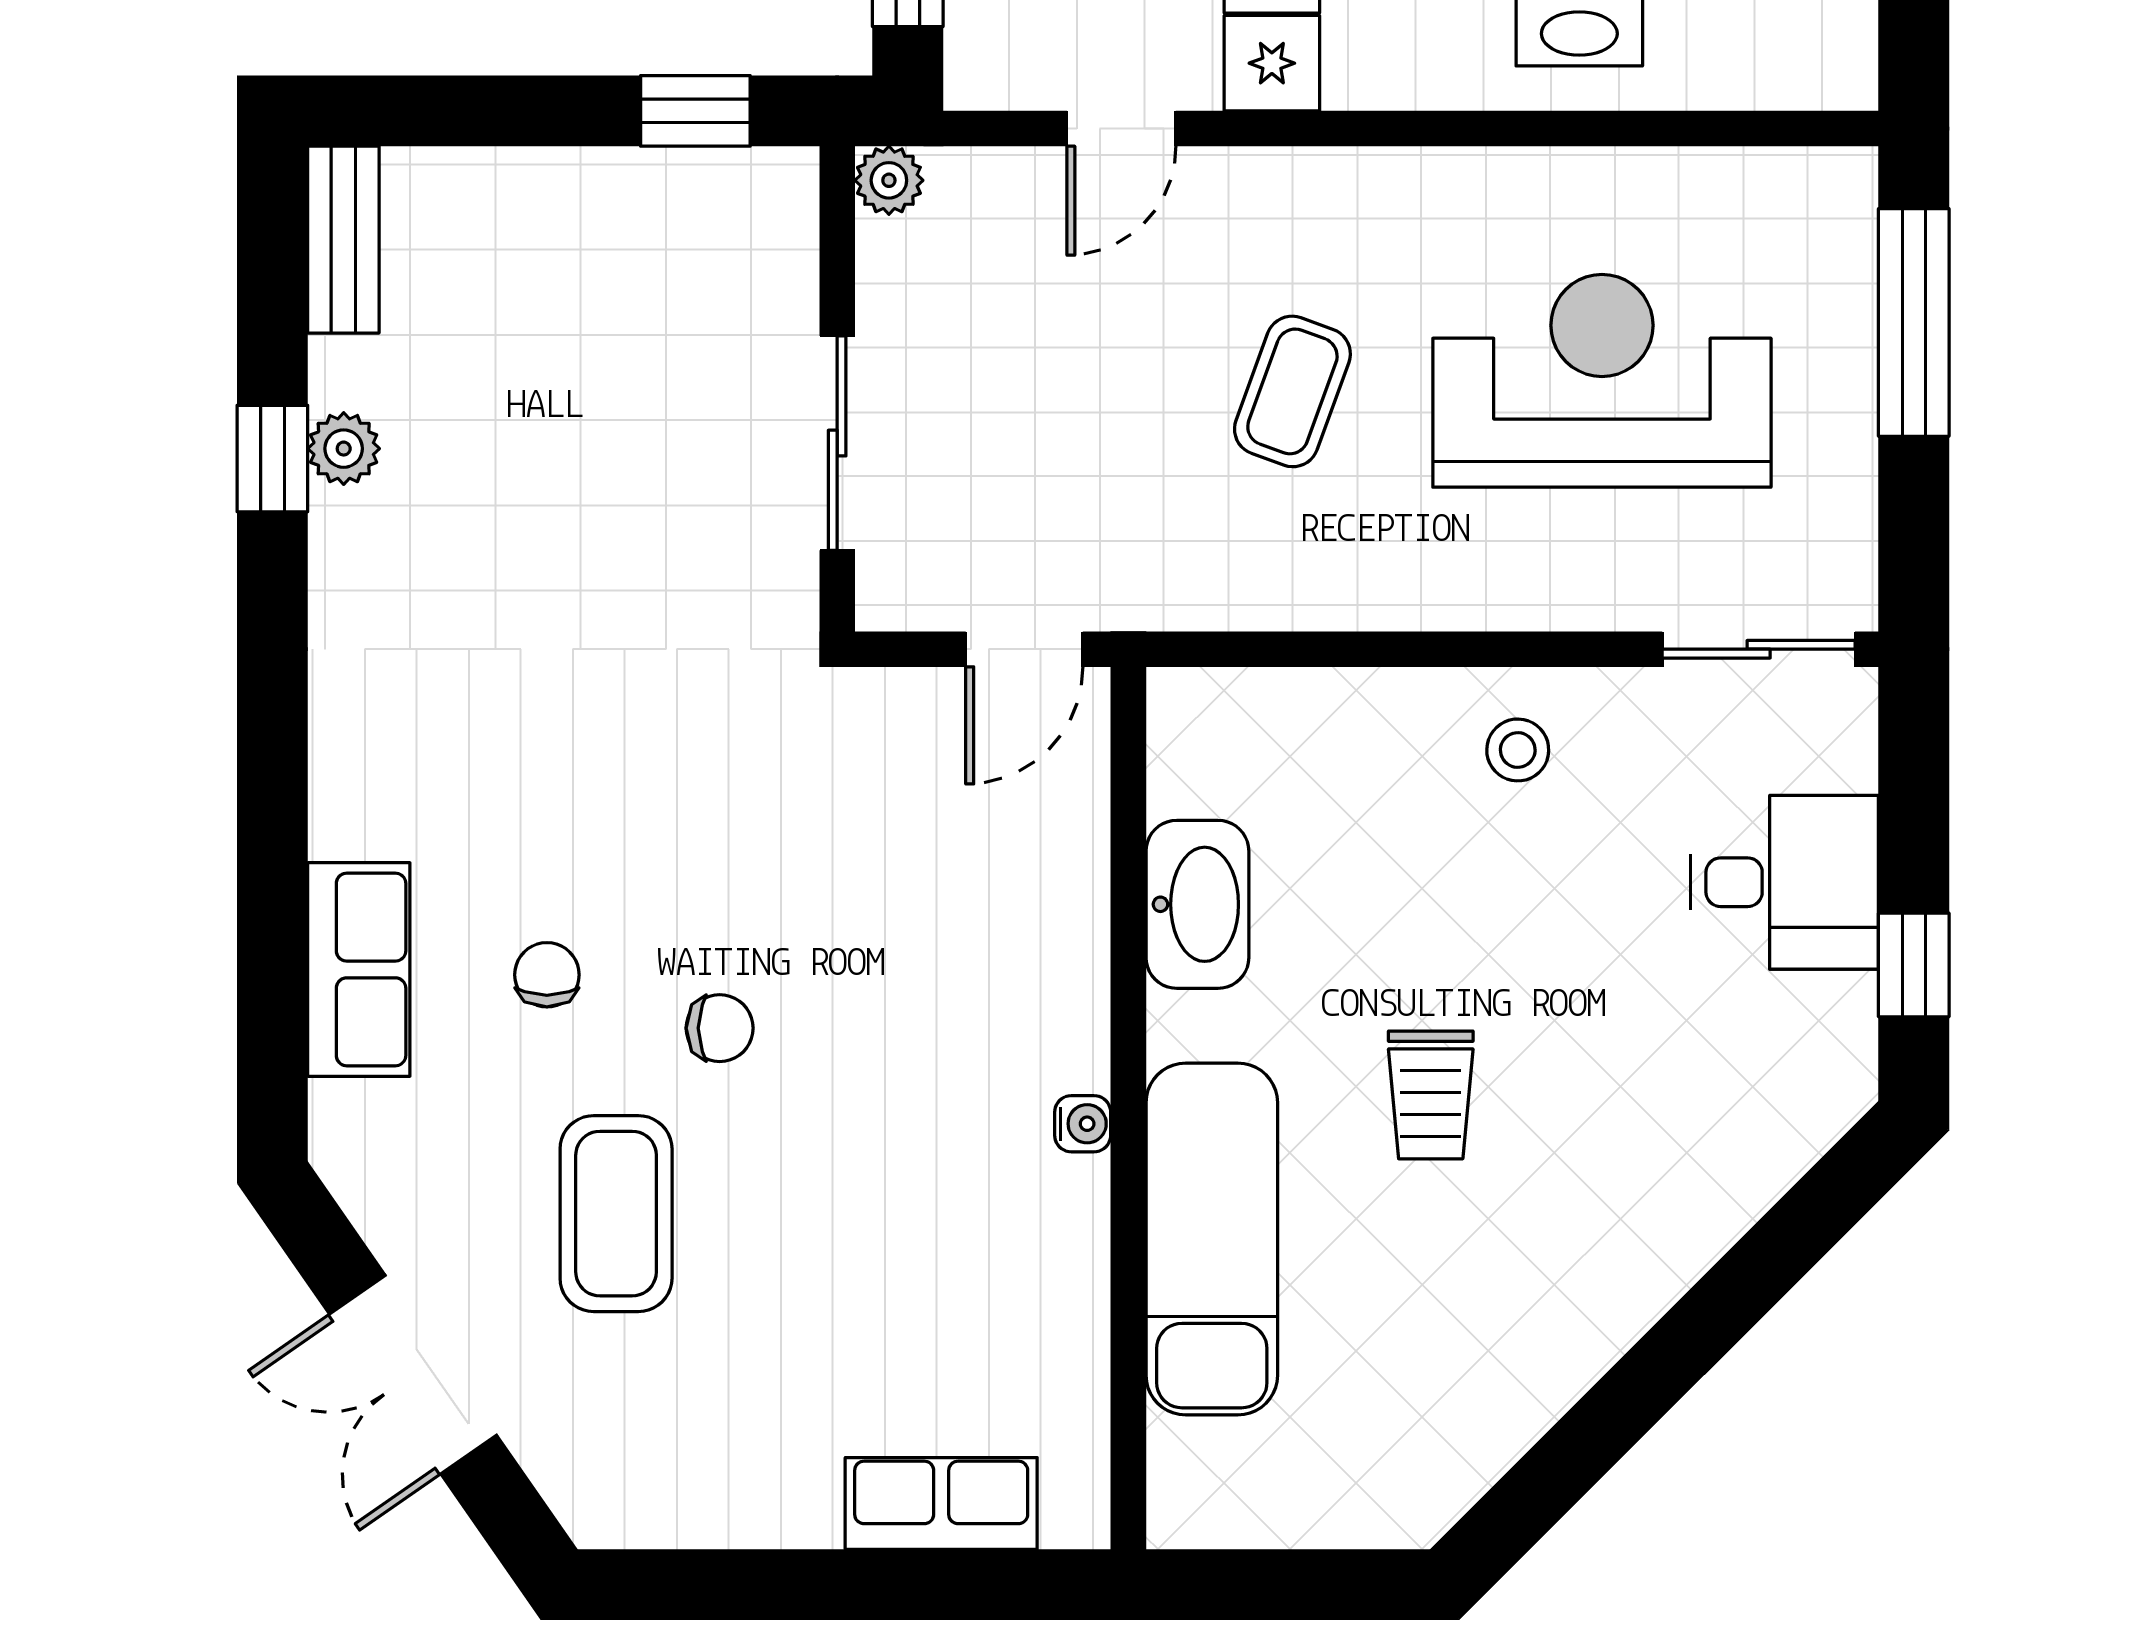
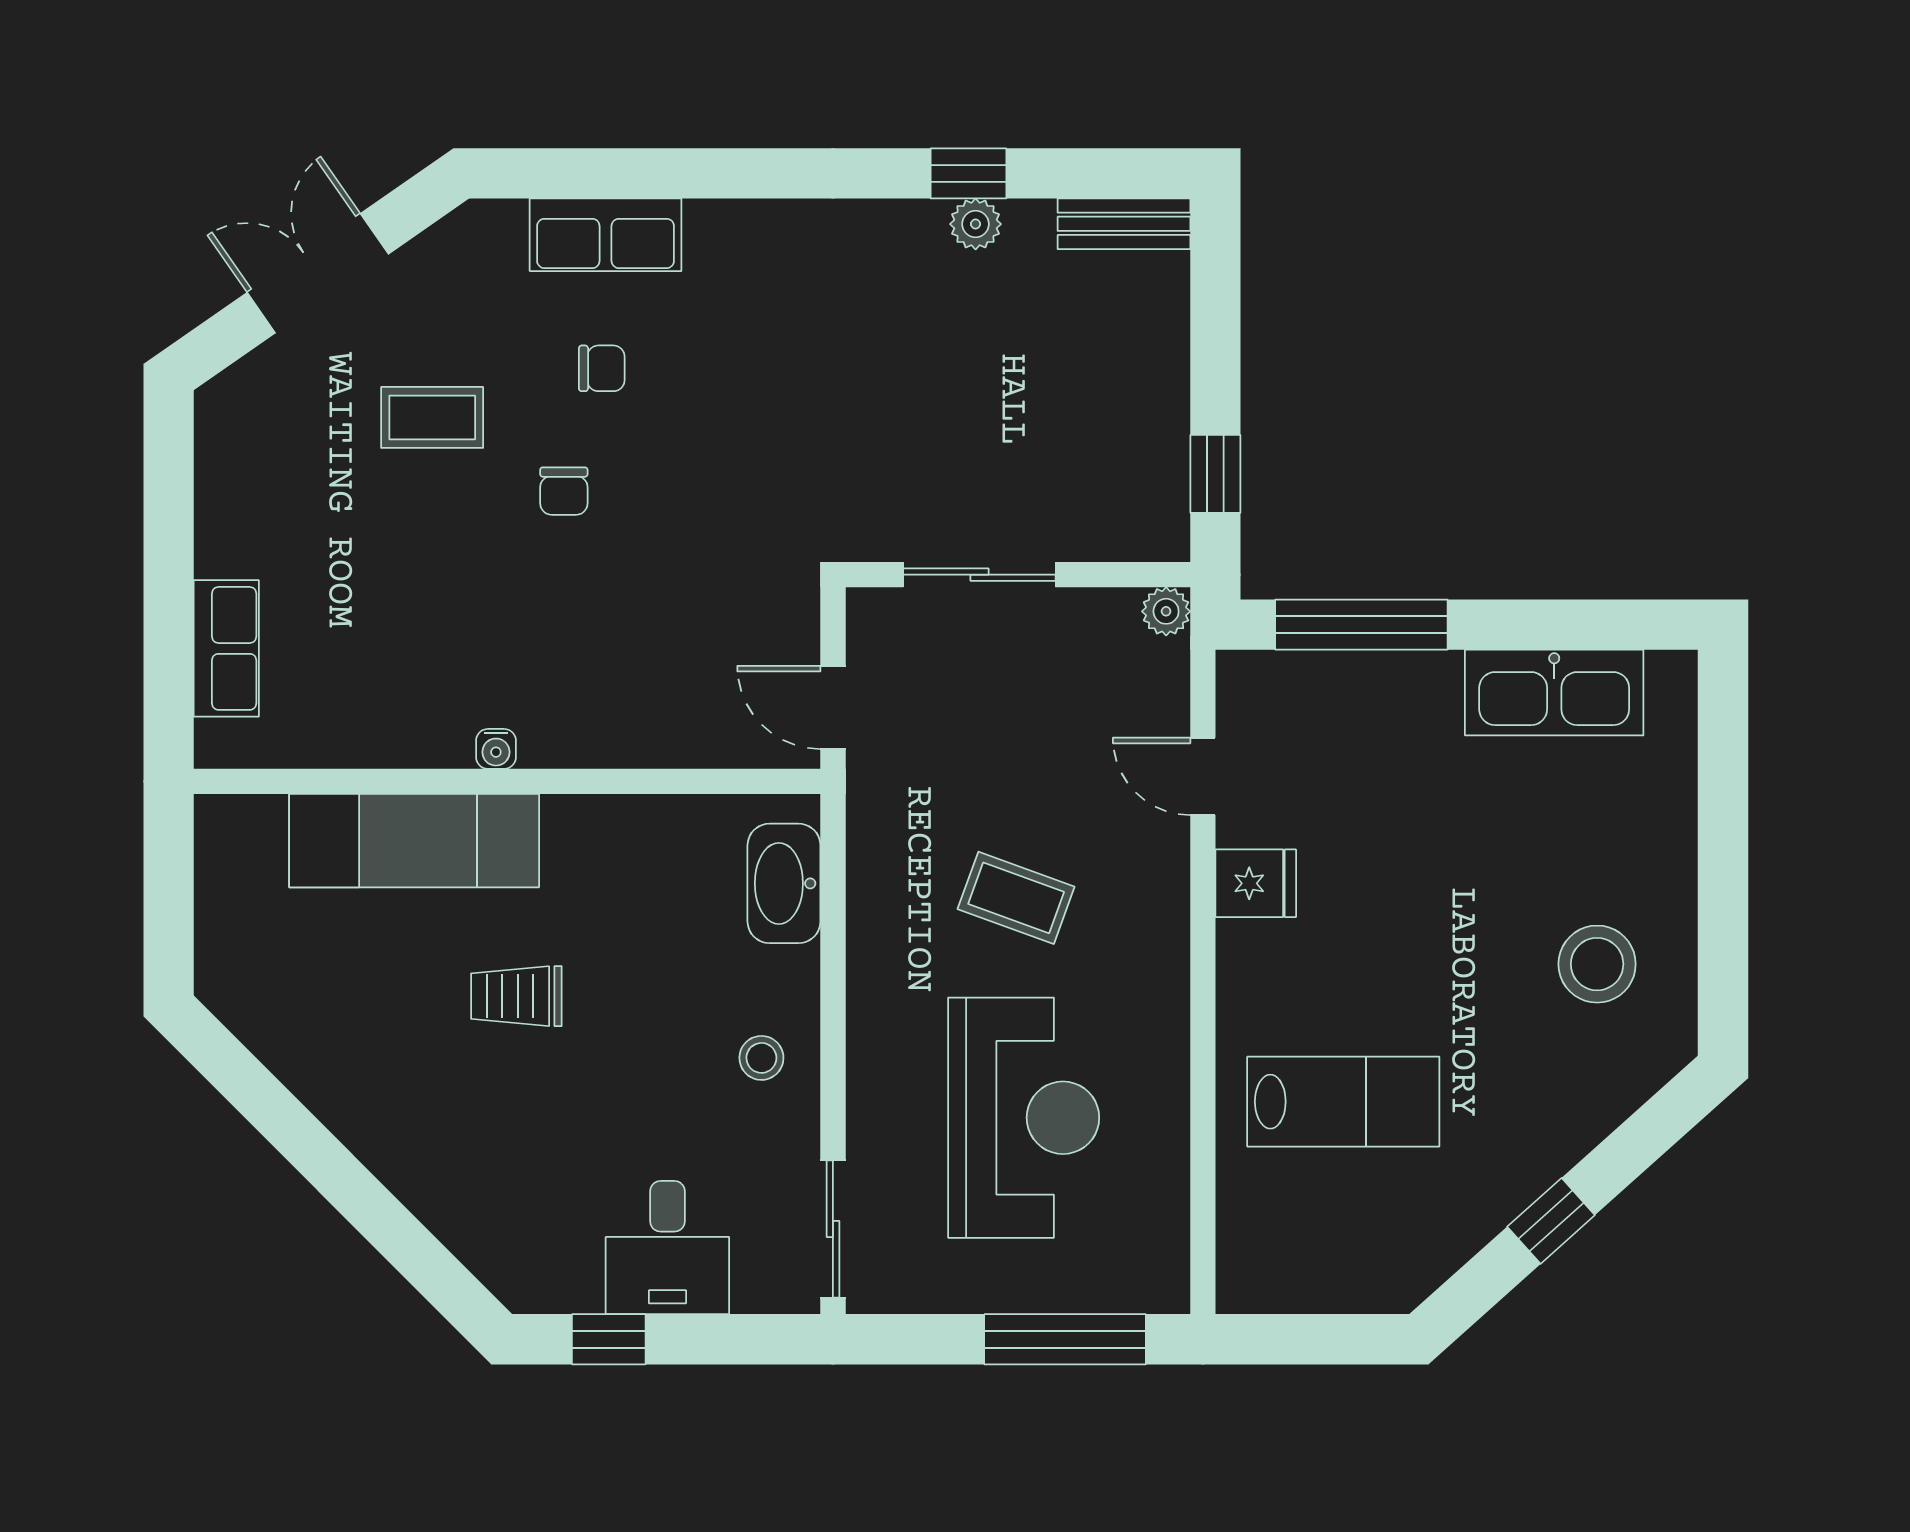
washbasin: (1197, 904) -> (784, 883), moved, turned 90
coffee table: (616, 1214) -> (432, 417), width x0.73, depth x0.77

